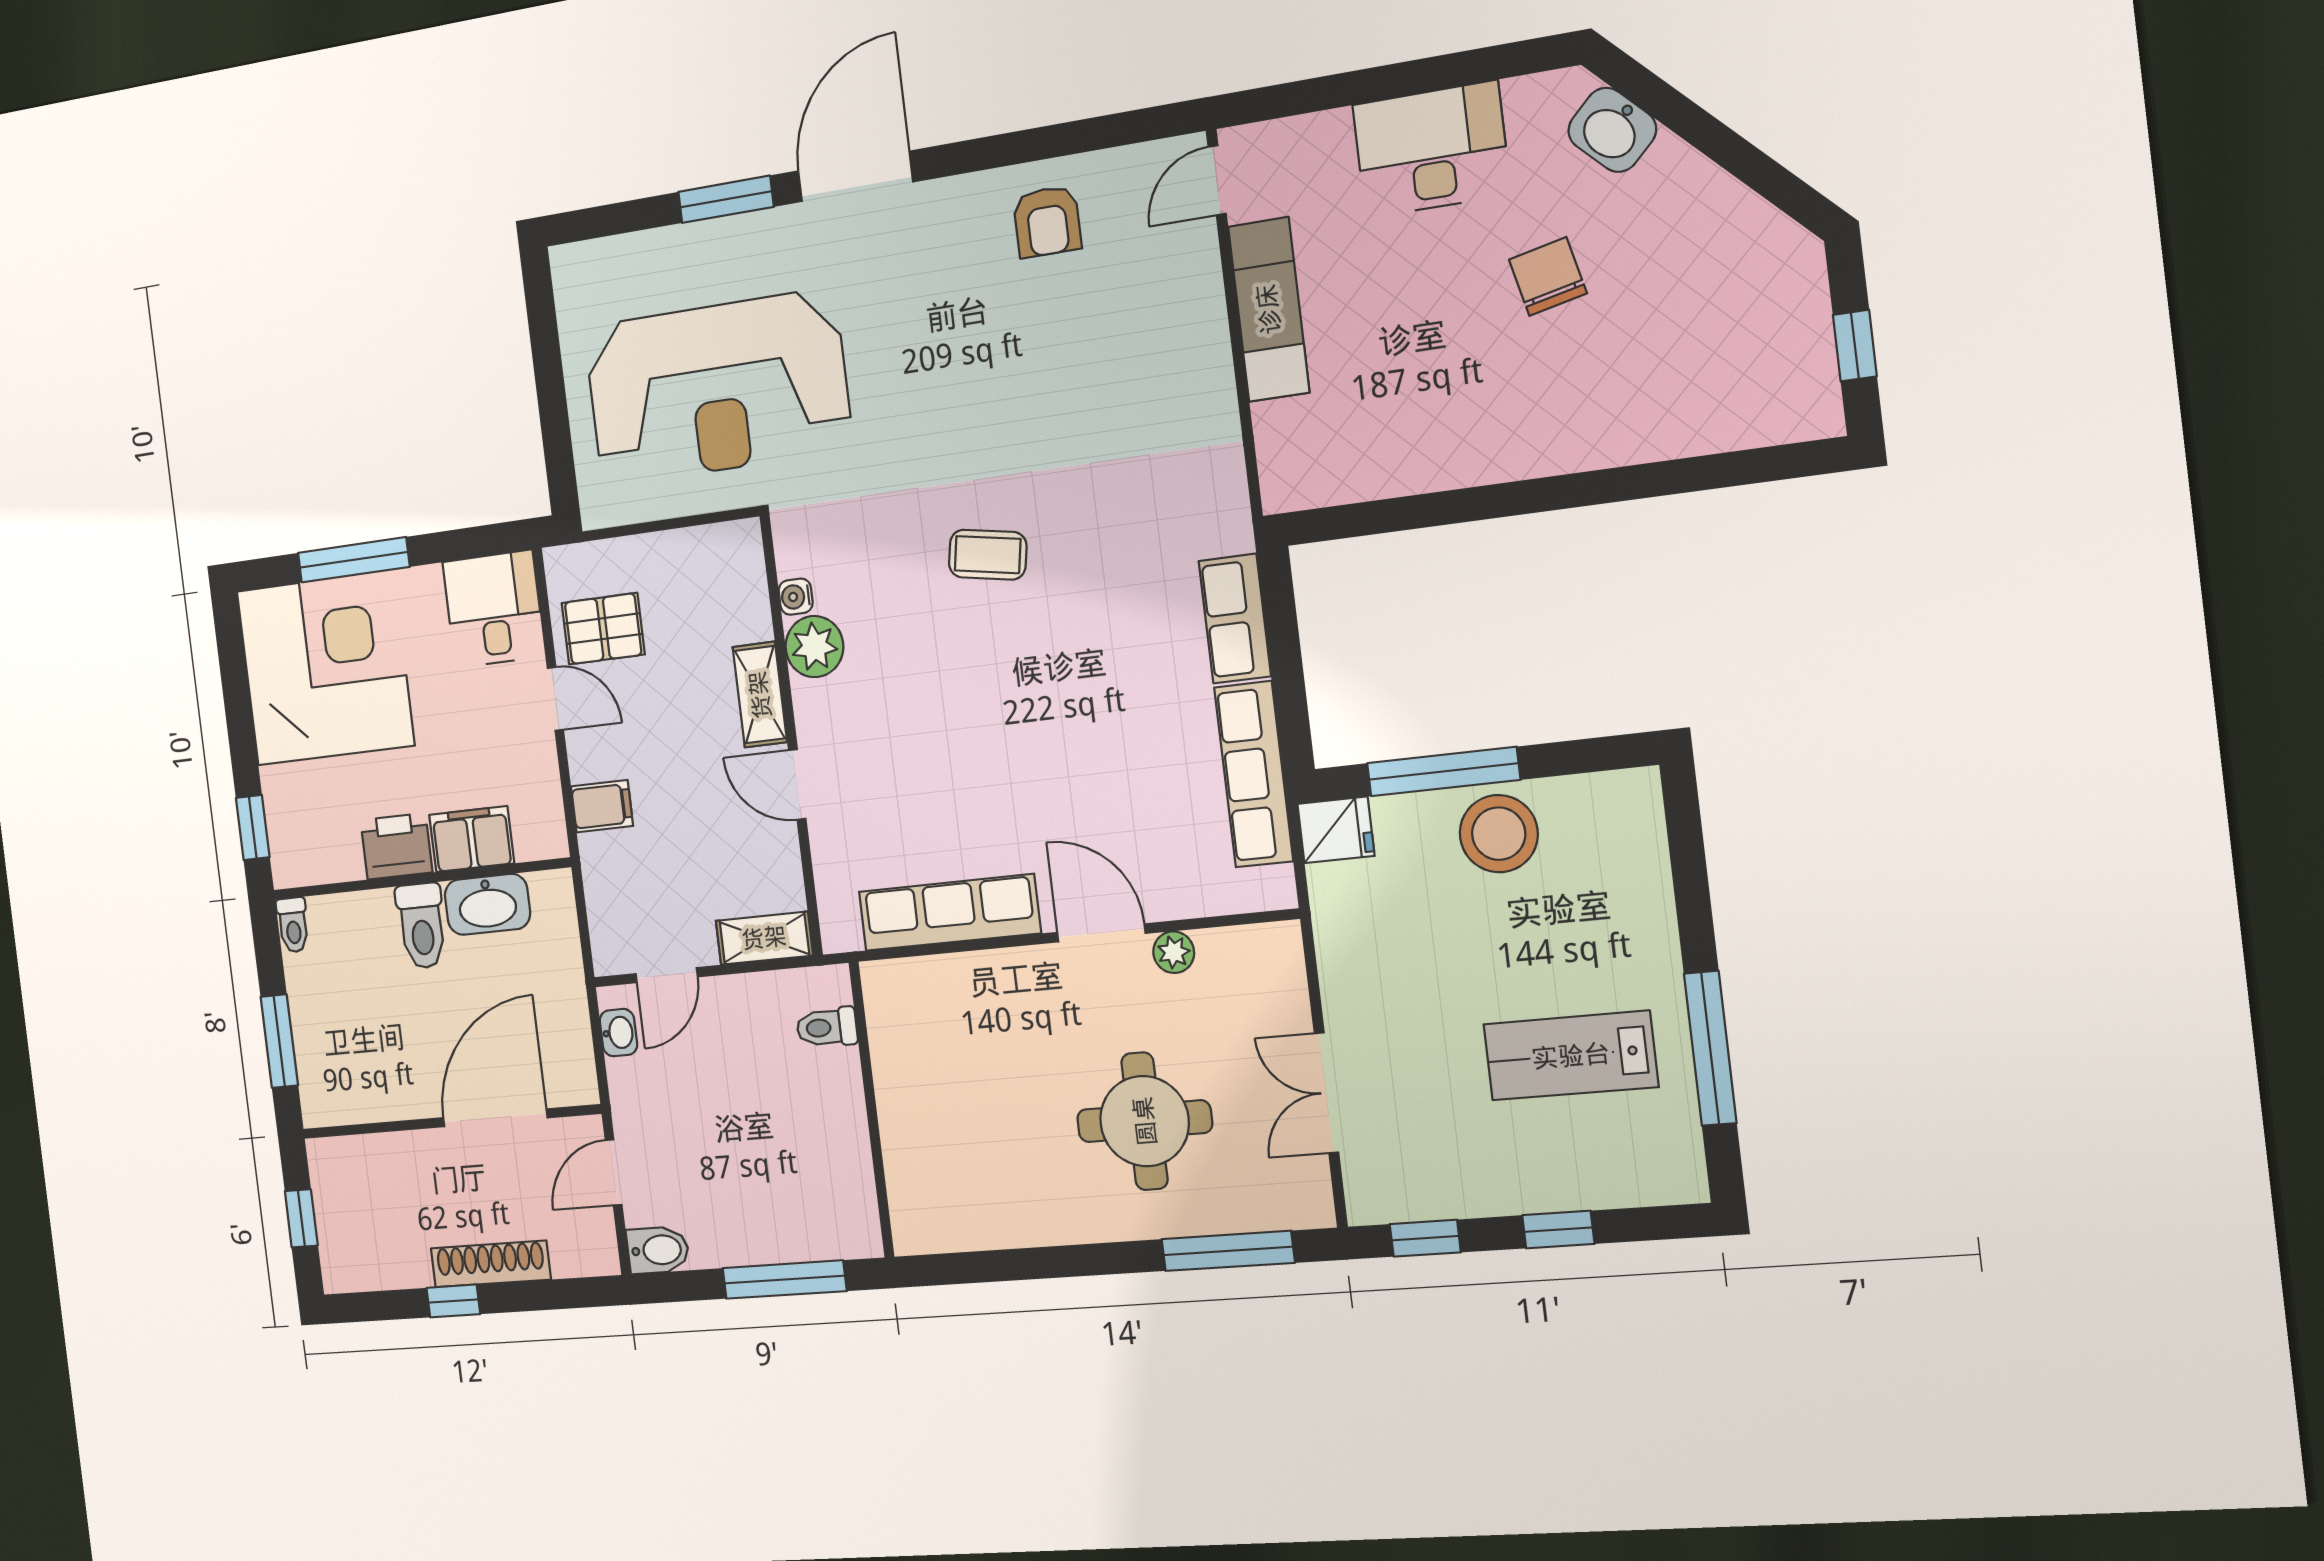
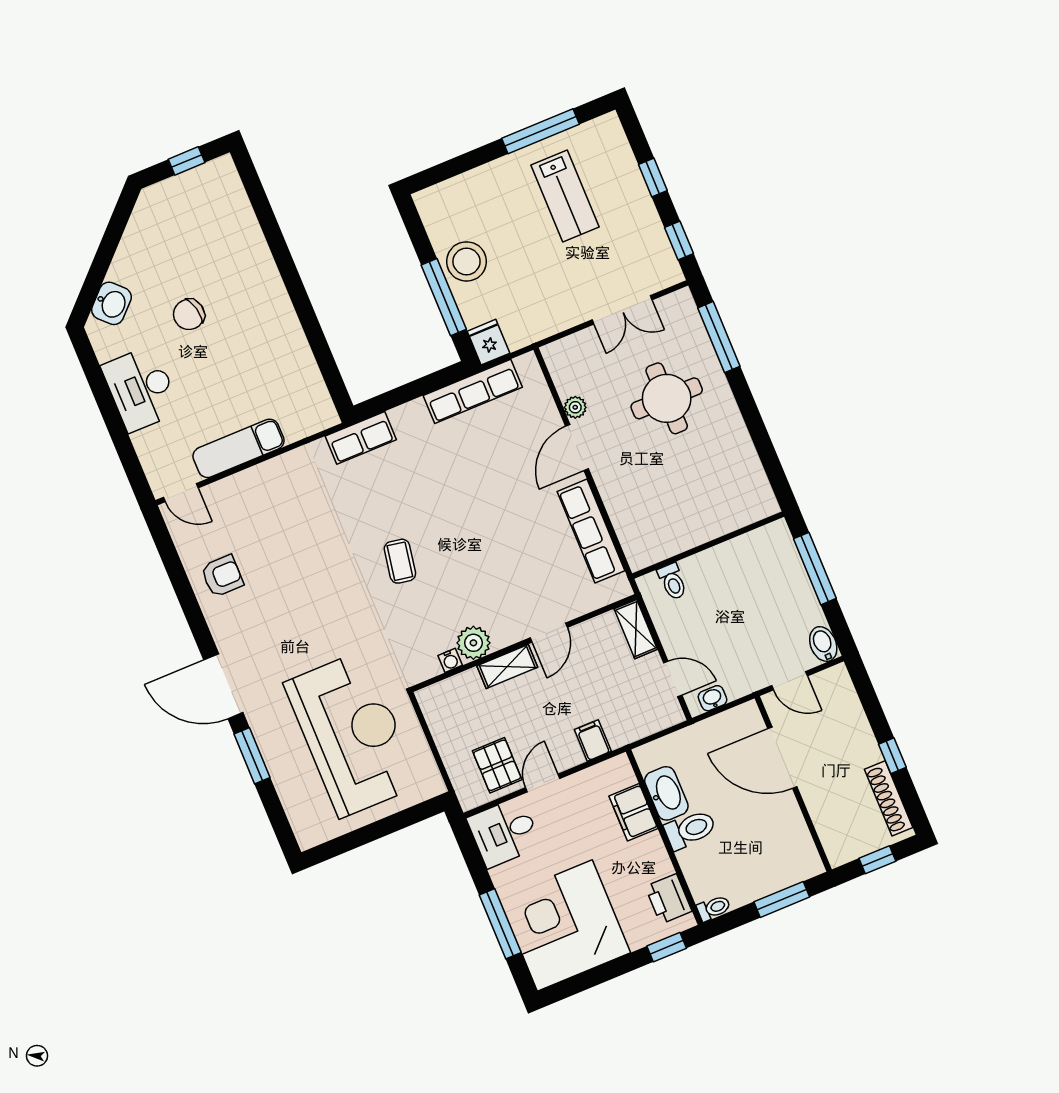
row of seats: (1235, 619) -> (361, 438), moved
printer: (396, 846) -> (668, 899), moved
shoe rack: (491, 1264) -> (889, 798), moved

